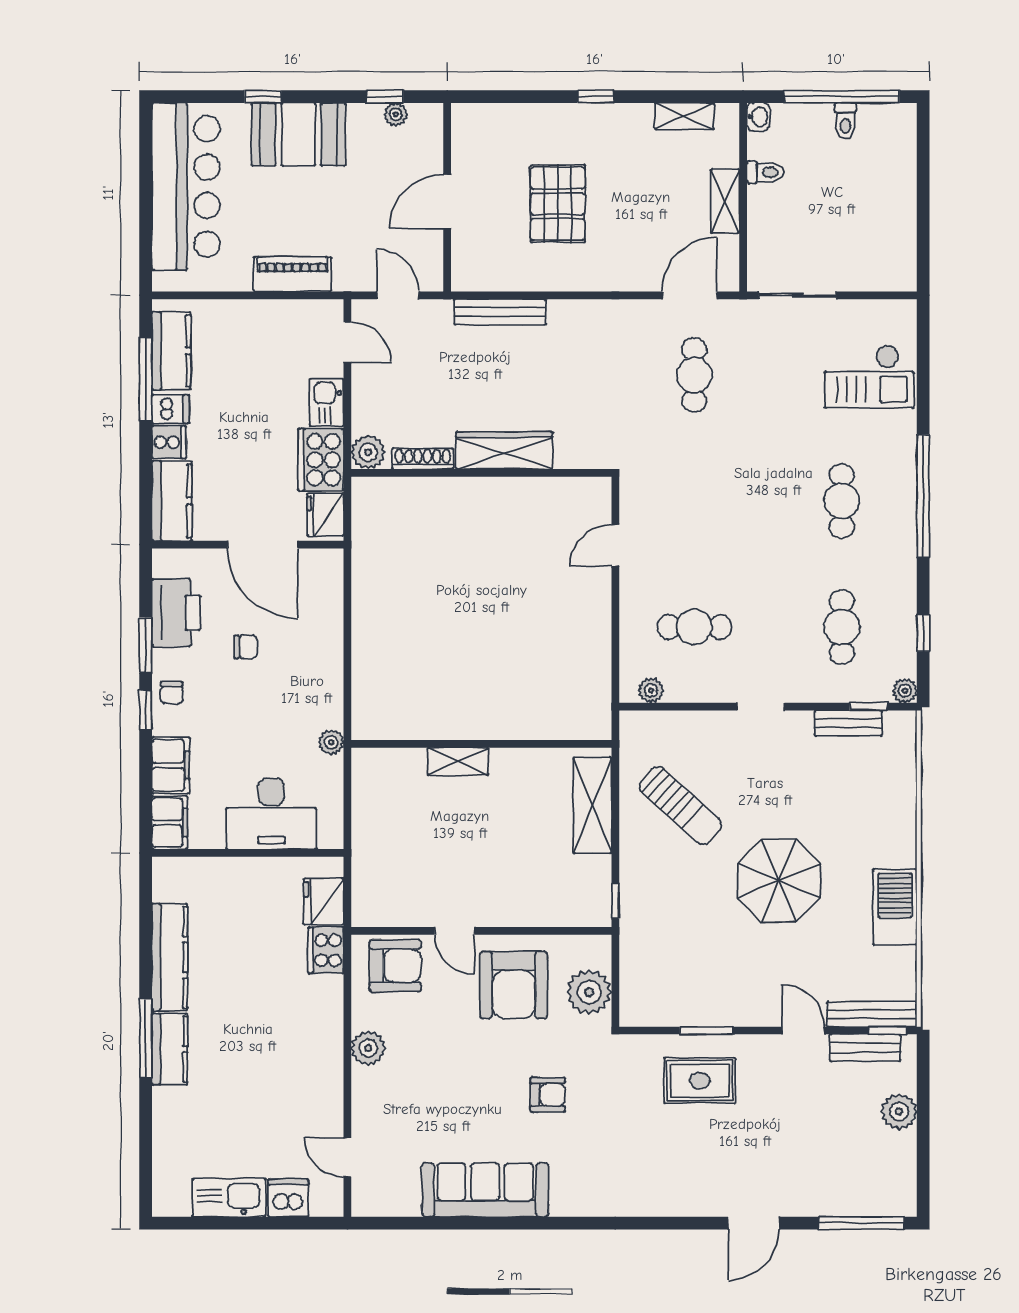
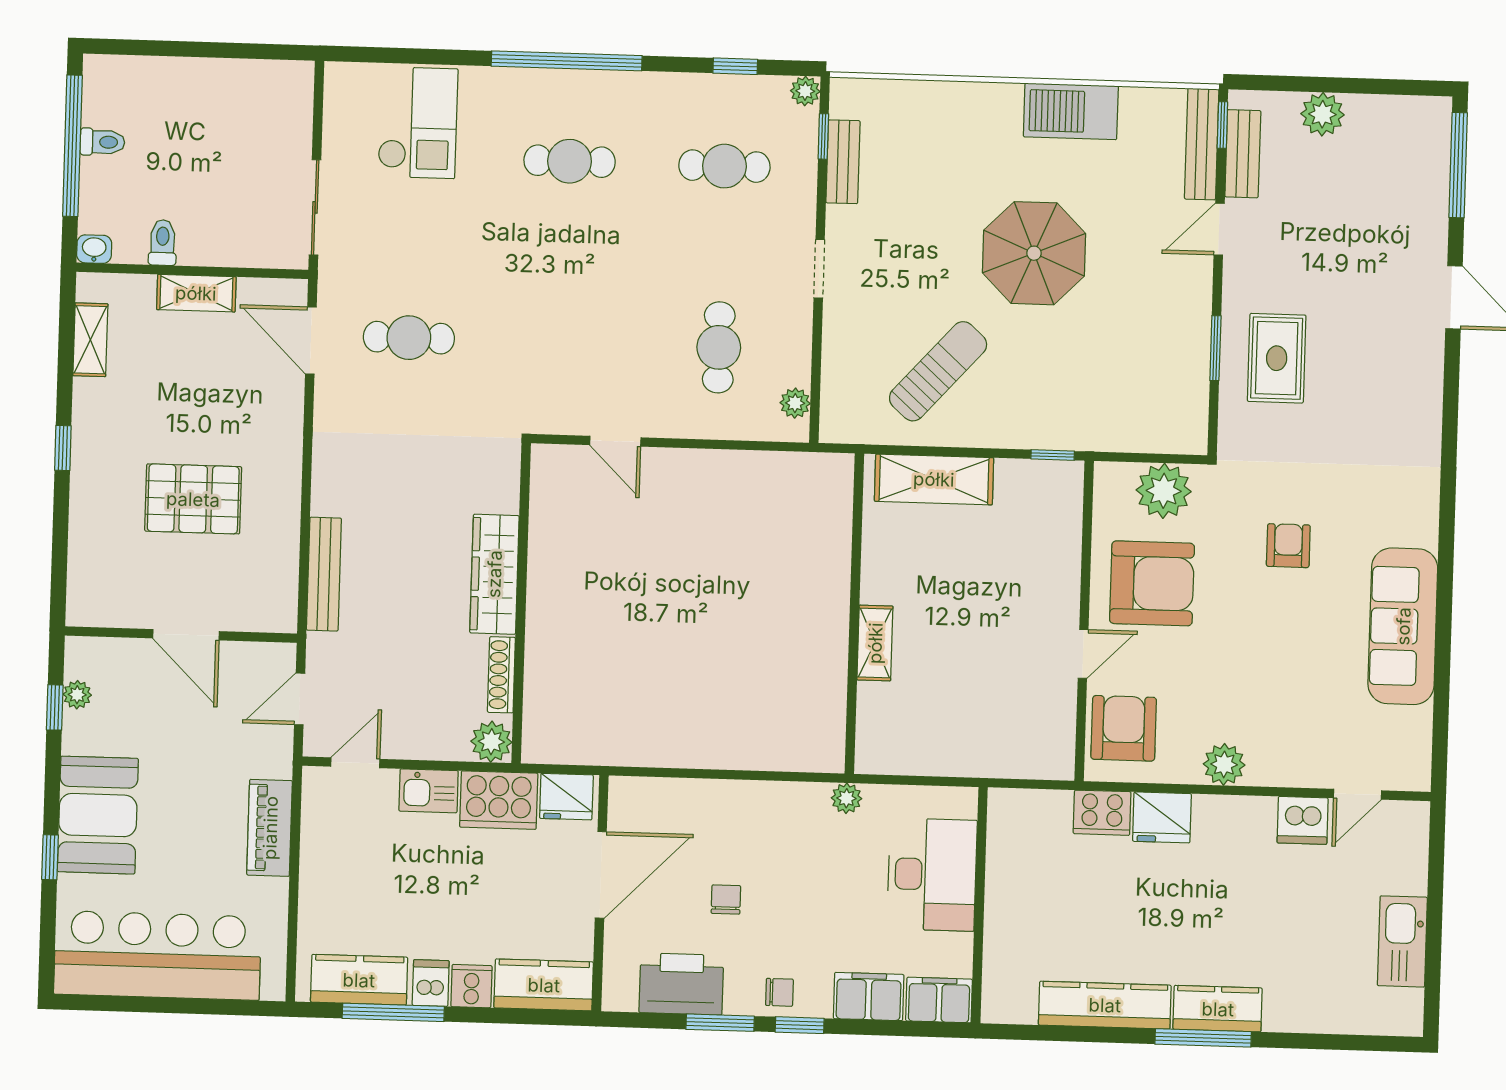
fridge: (324, 902) -> (1162, 817), moved
dishwasher: (288, 1198) -> (1303, 820), moved, turned -90

